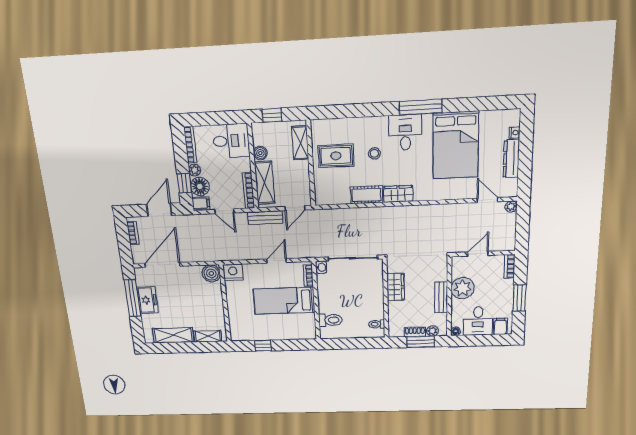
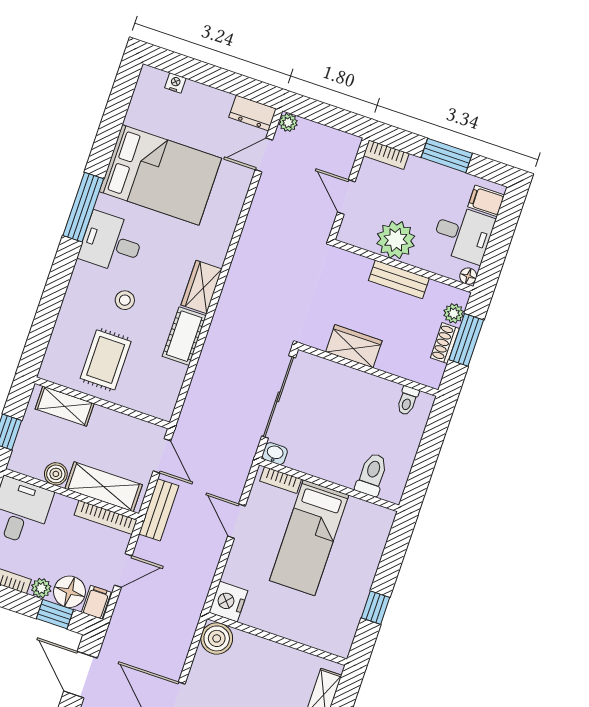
dresser: (511, 159) -> (253, 113), moved, width x0.70

